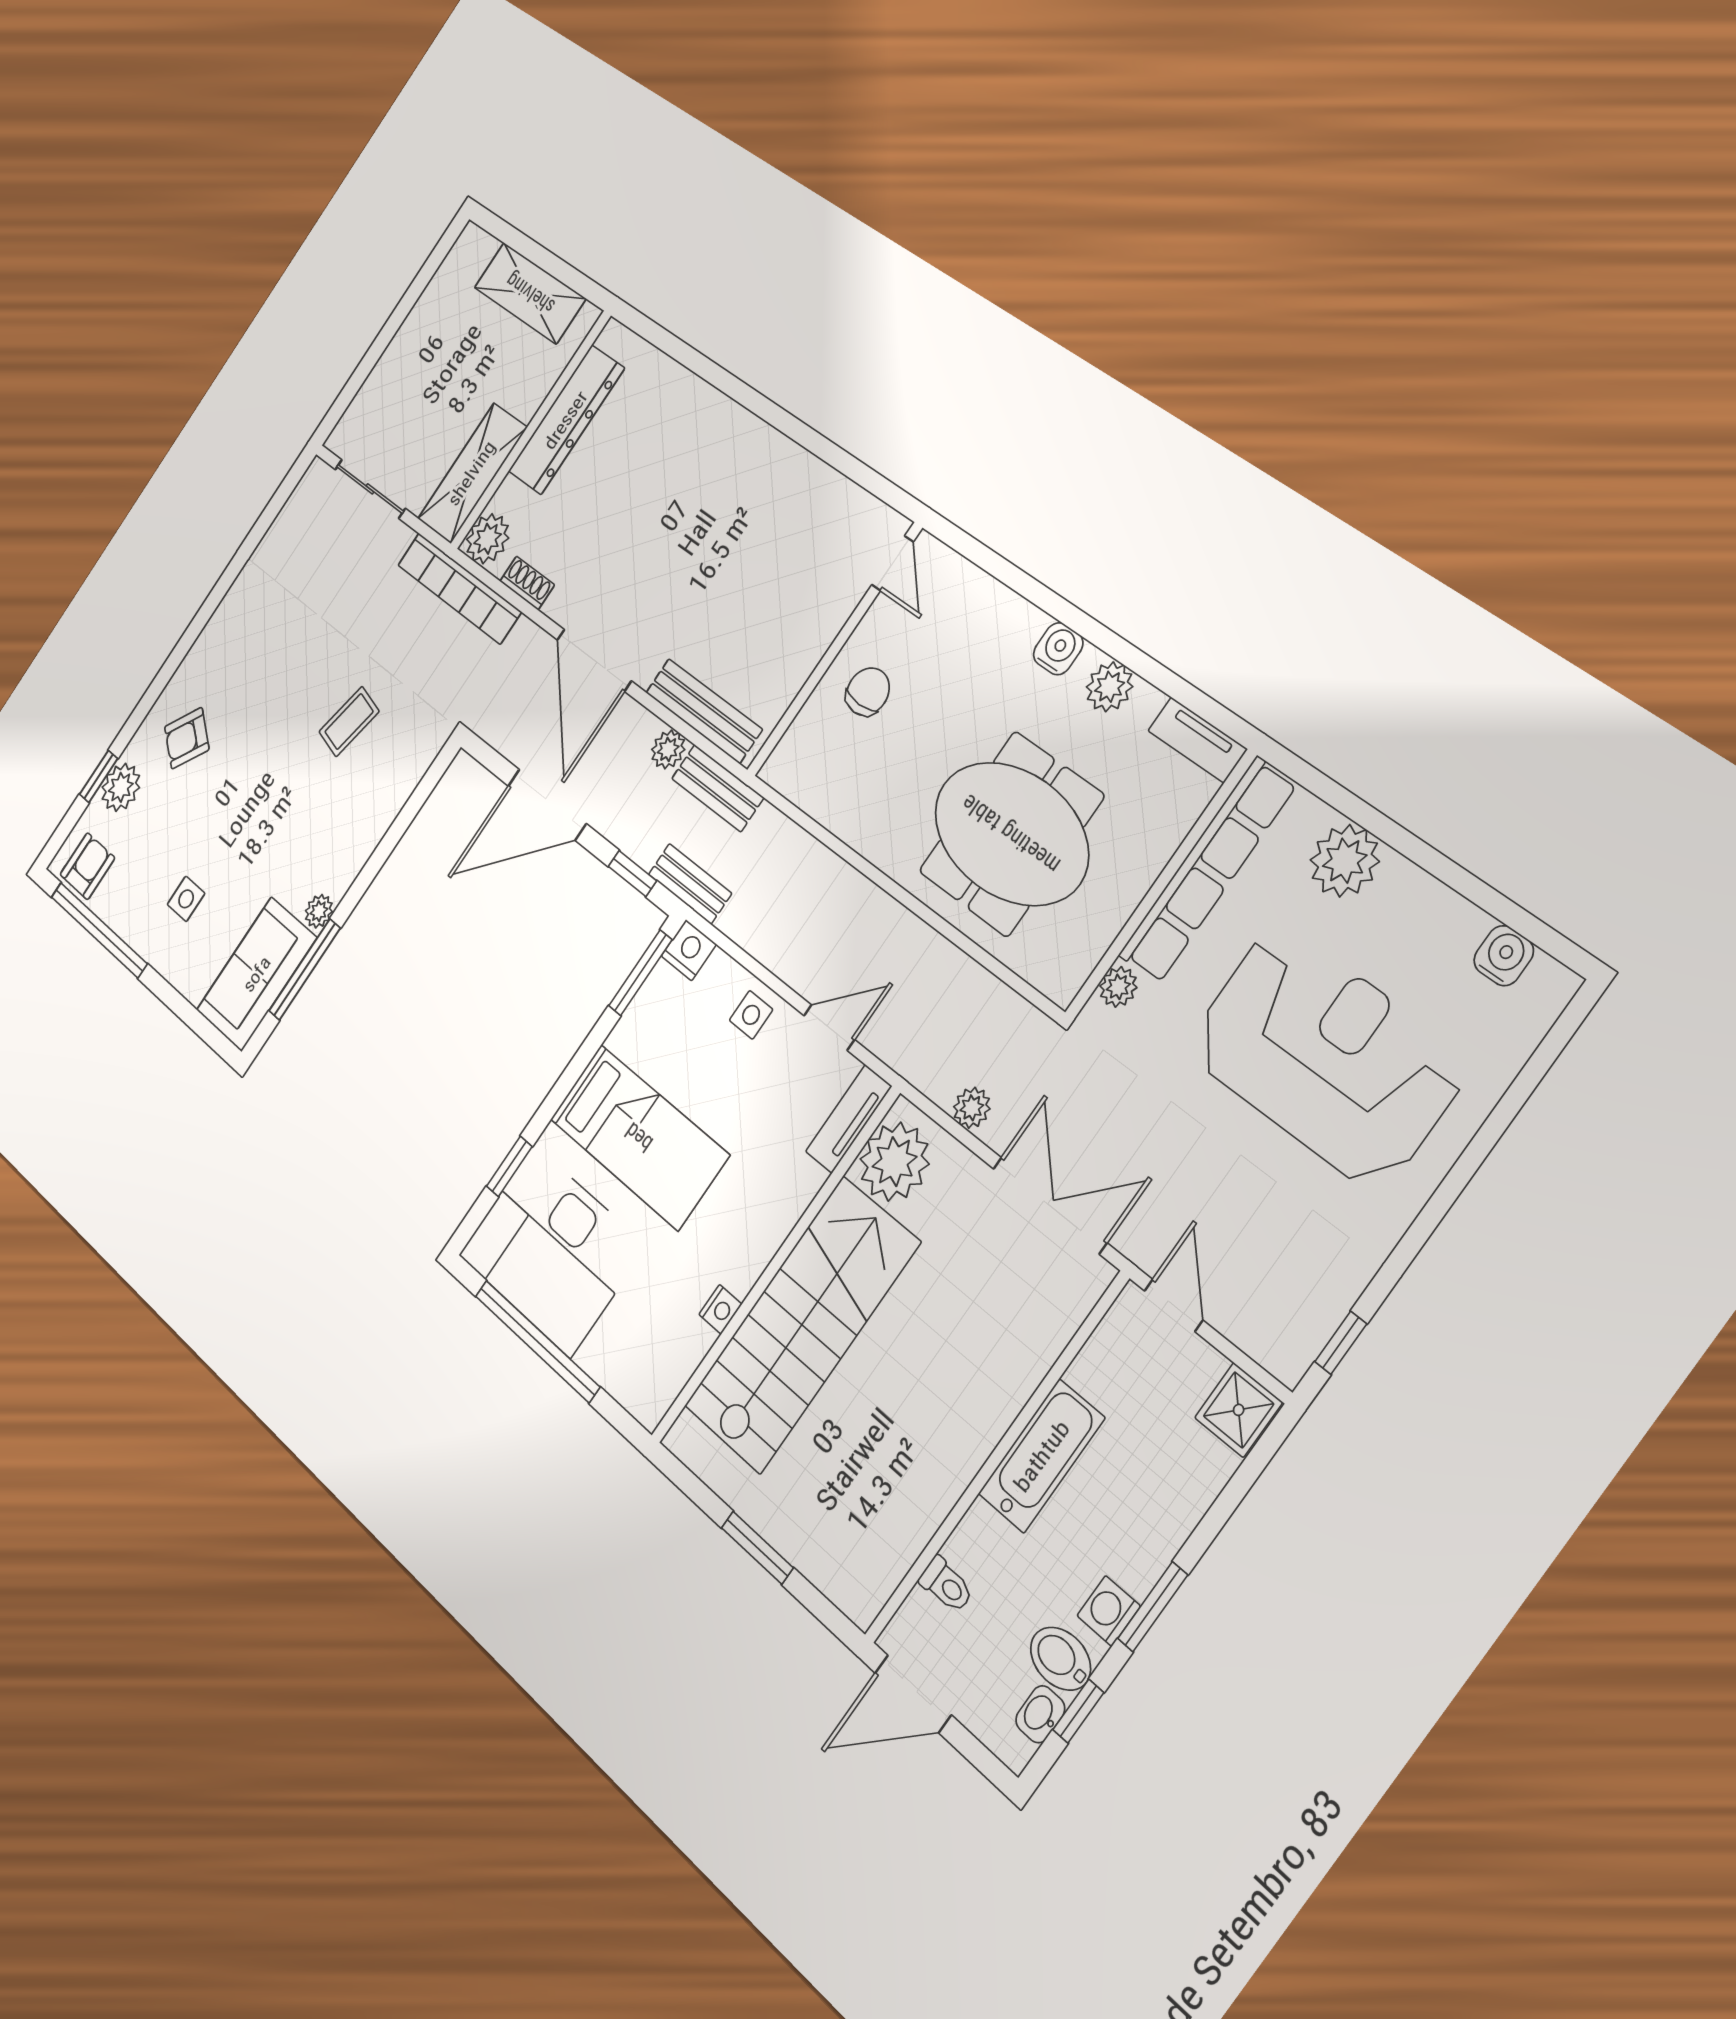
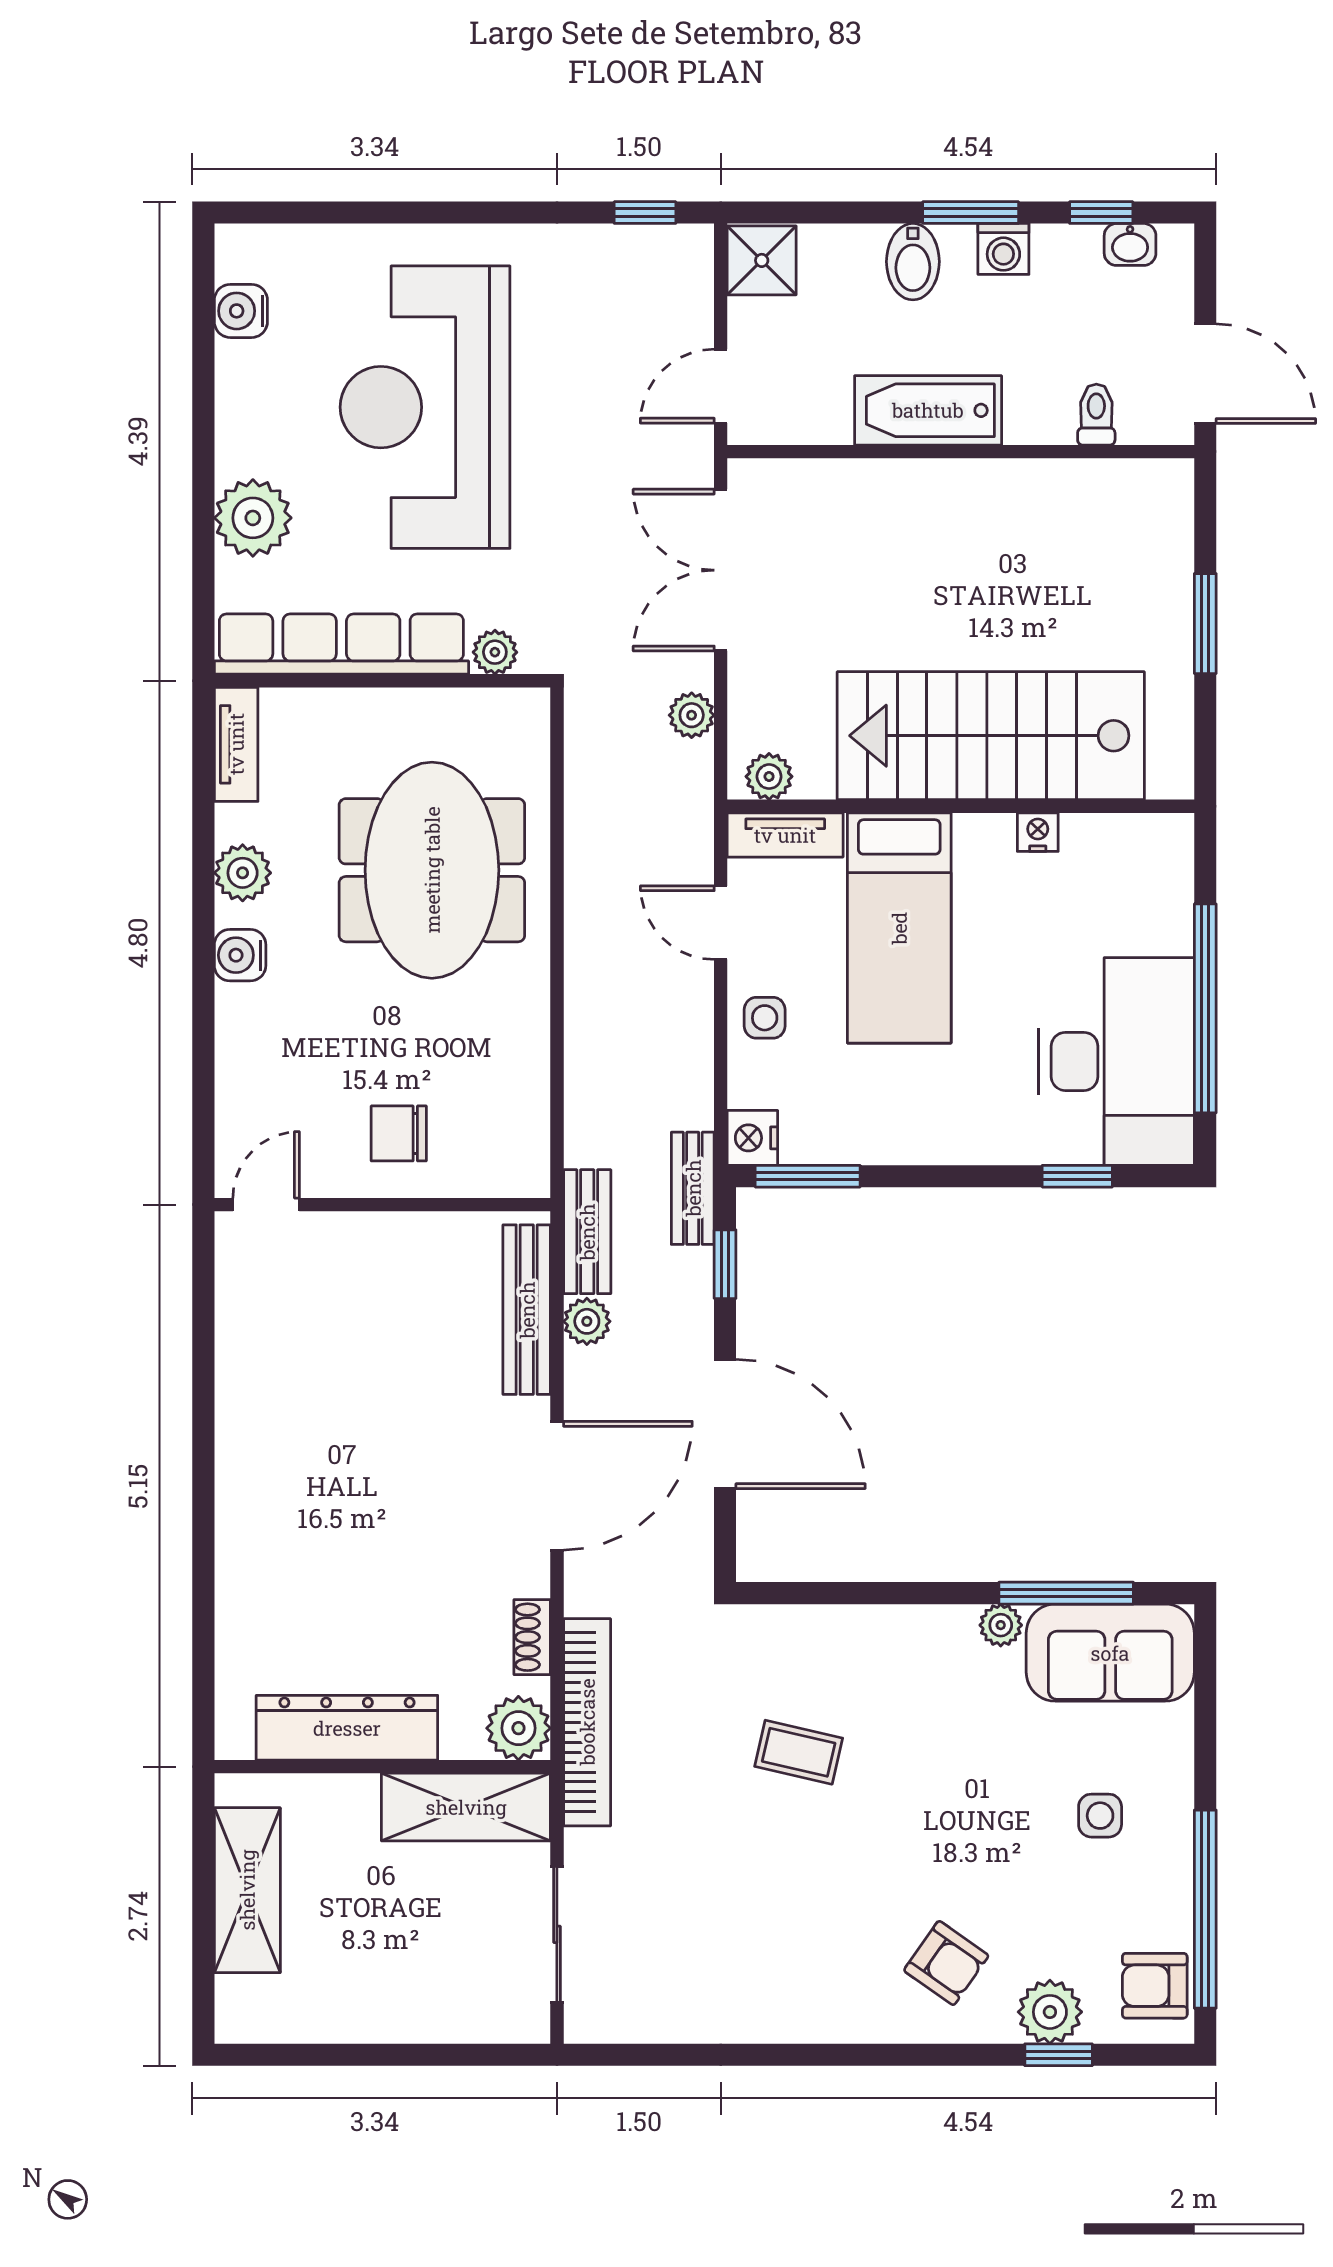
bed: (639, 1137) -> (899, 928), moved, turned 180
plant: (895, 1162) -> (769, 777), width x0.53, depth x0.53
bidet: (1061, 1659) -> (913, 262), moved

